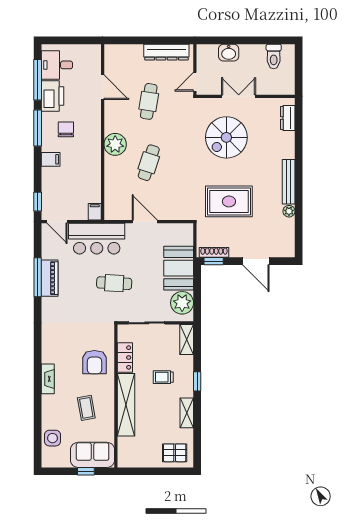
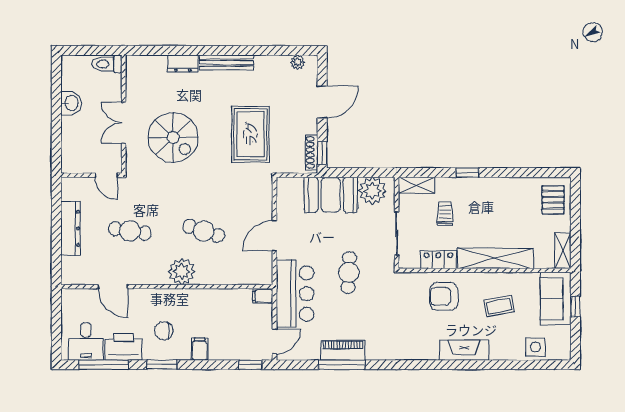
dresser: (166, 52) -> (70, 229), moved
washbasin: (229, 53) -> (71, 103), moved
toilet: (274, 56) -> (107, 64), moved, turned 180
door: (103, 87) -> (113, 287), swing flipped
dresser: (288, 118) -> (183, 63), moved
window: (38, 128) -> (162, 365), width x0.69
plant: (289, 211) -> (298, 62), moved
armchair: (94, 362) -> (444, 296), turned 180
trolley: (163, 377) -> (445, 214), moved, turned 180
fireplace: (48, 379) -> (464, 350), width x1.37, depth x1.32
shelving: (187, 413) -> (563, 251), moved, turned 90

